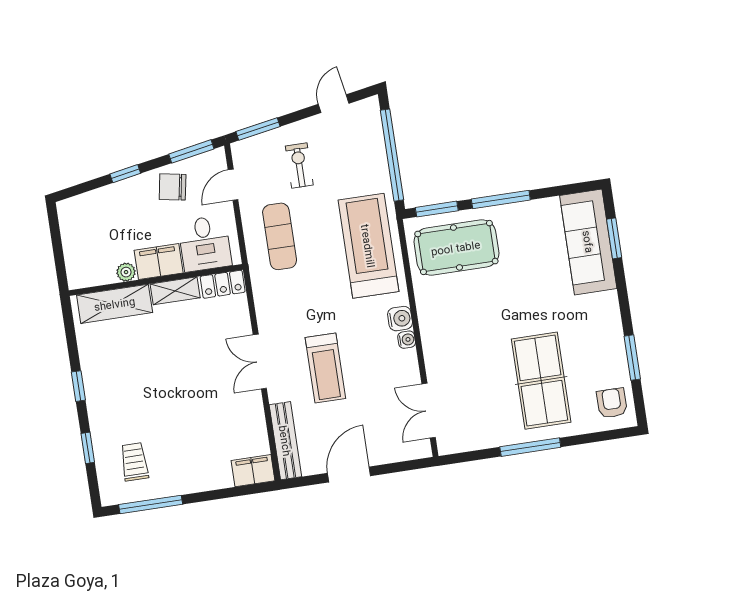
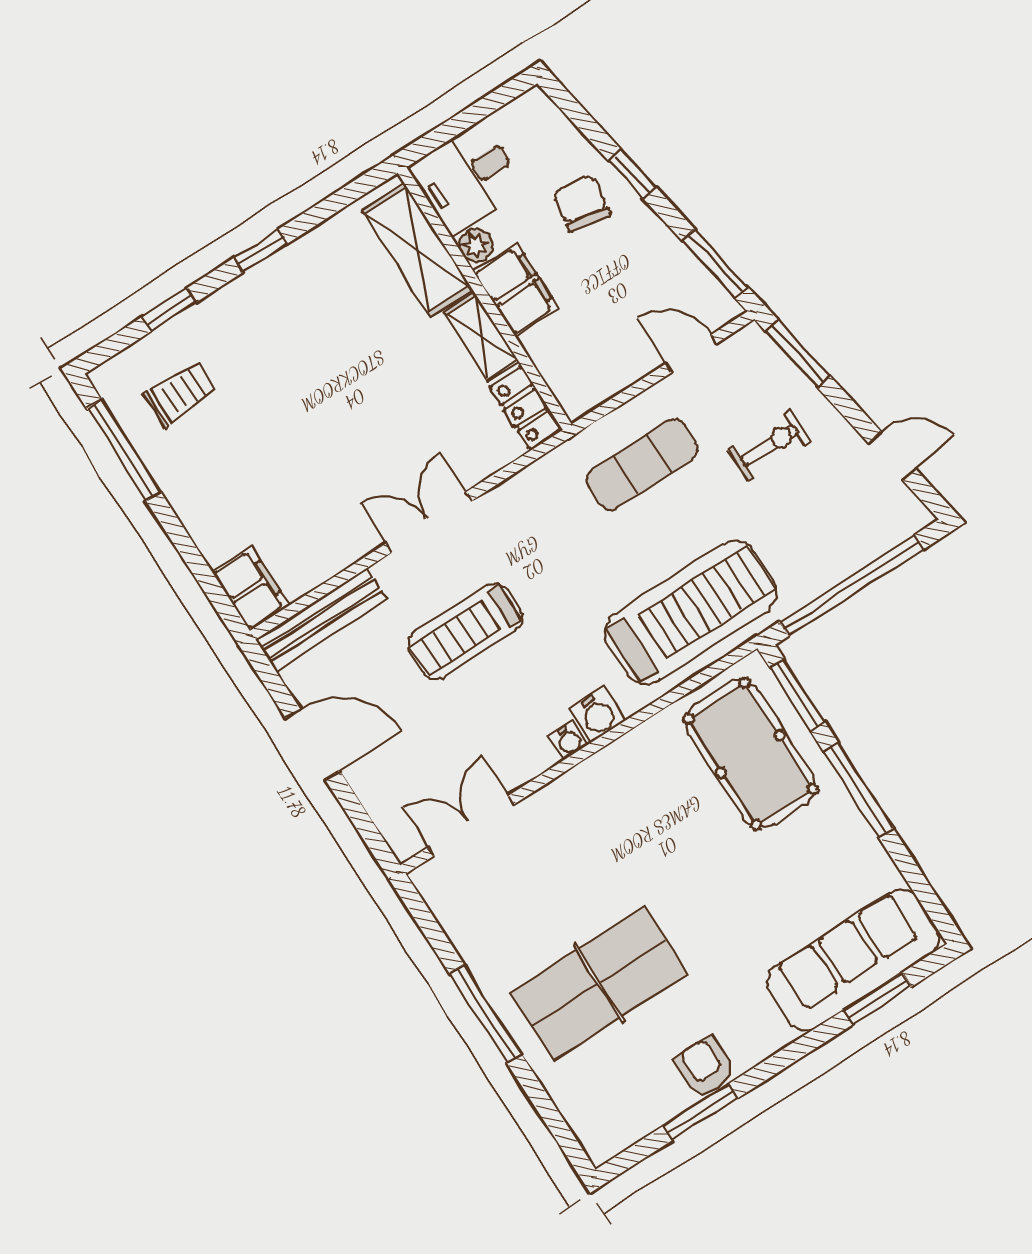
chair: (173, 187) -> (582, 203), moved
desk: (205, 244) -> (467, 178), moved
armchair: (612, 403) -> (705, 1067), moved, turned -90

